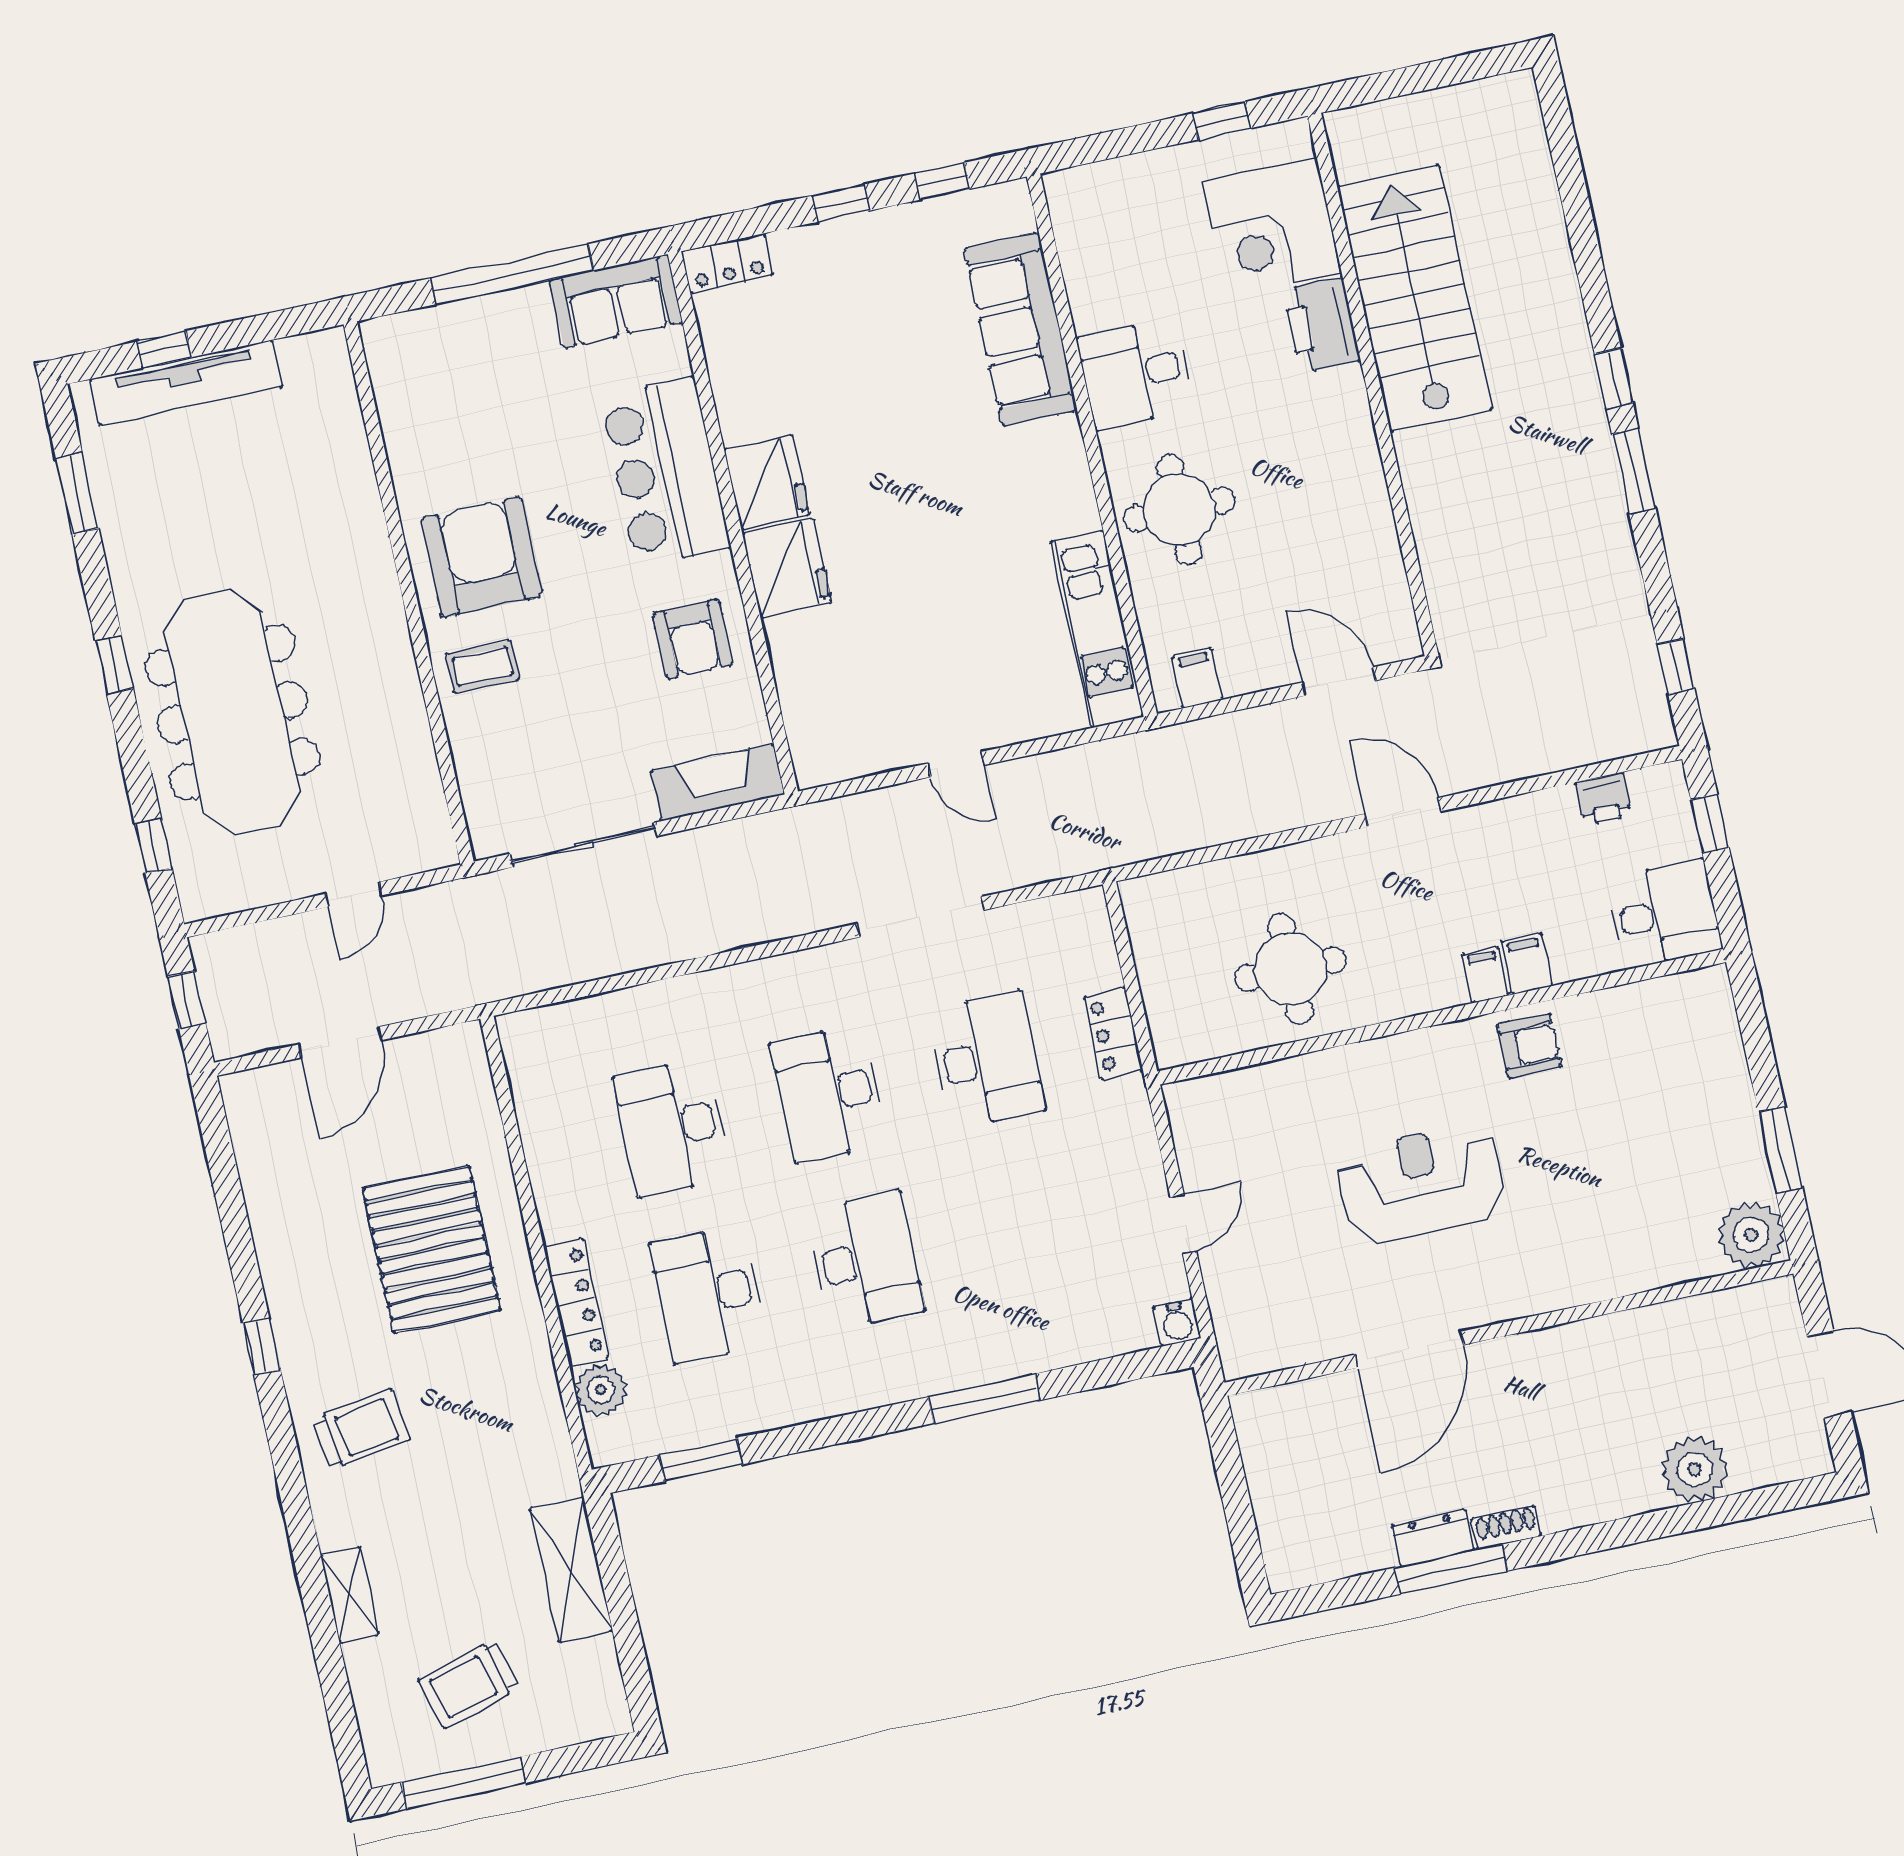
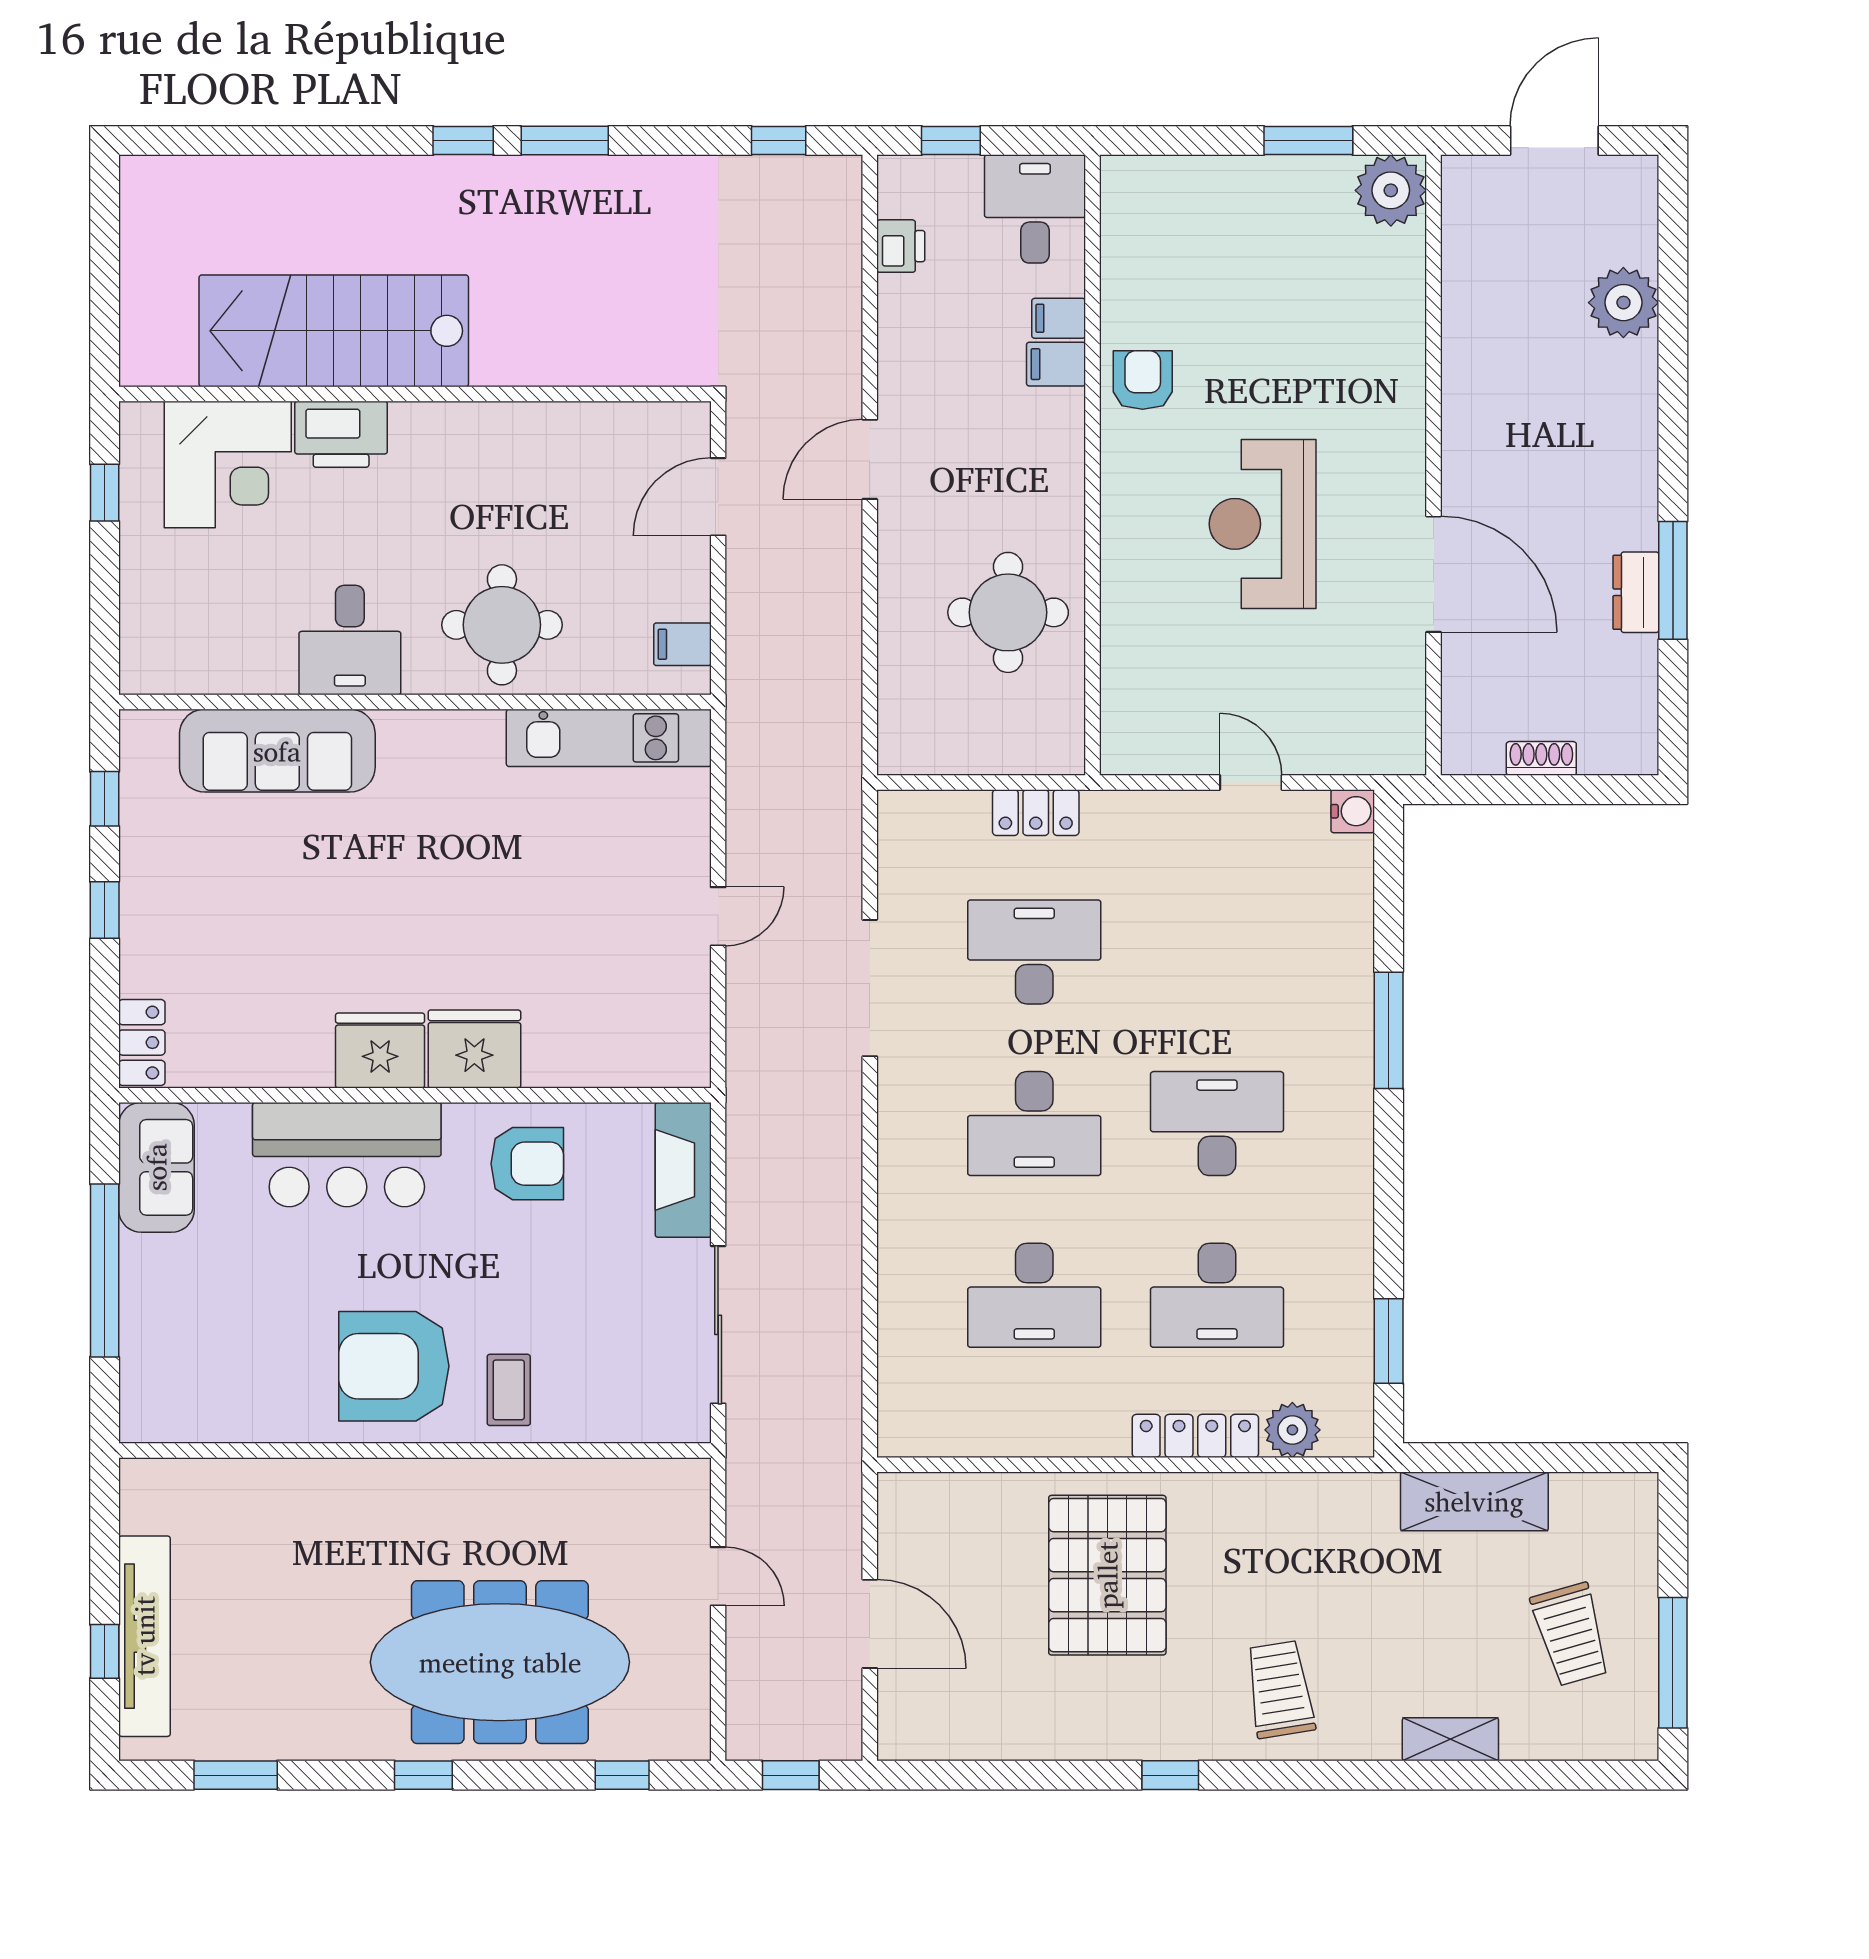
filing cabinet: (1485, 975) -> (1059, 318), moved
pallet: (432, 1249) -> (1107, 1575), turned 90
shoe rack: (1506, 1527) -> (1541, 758), moved, turned 90

